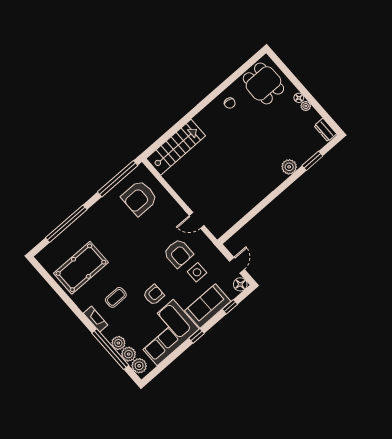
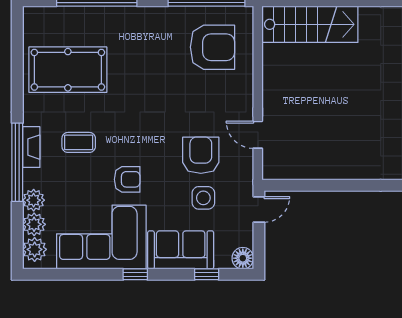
armchair: (139, 198) -> (212, 47), turned 180
armchair: (178, 253) -> (201, 155), turned 180
door: (237, 265) -> (259, 209), moved
window: (110, 349) -> (17, 162), moved

